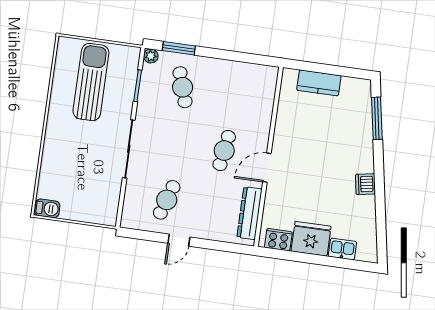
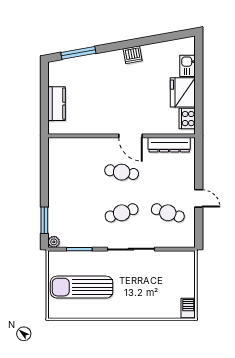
cafe table: (183, 87) -> (122, 213), moved

